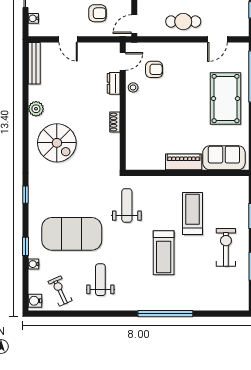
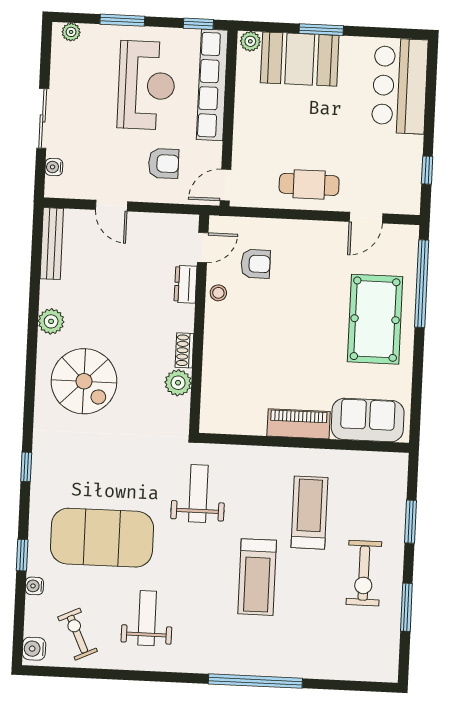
plant: (112, 141) -> (178, 383), added
exercise bike: (226, 247) -> (364, 573), turned 180

